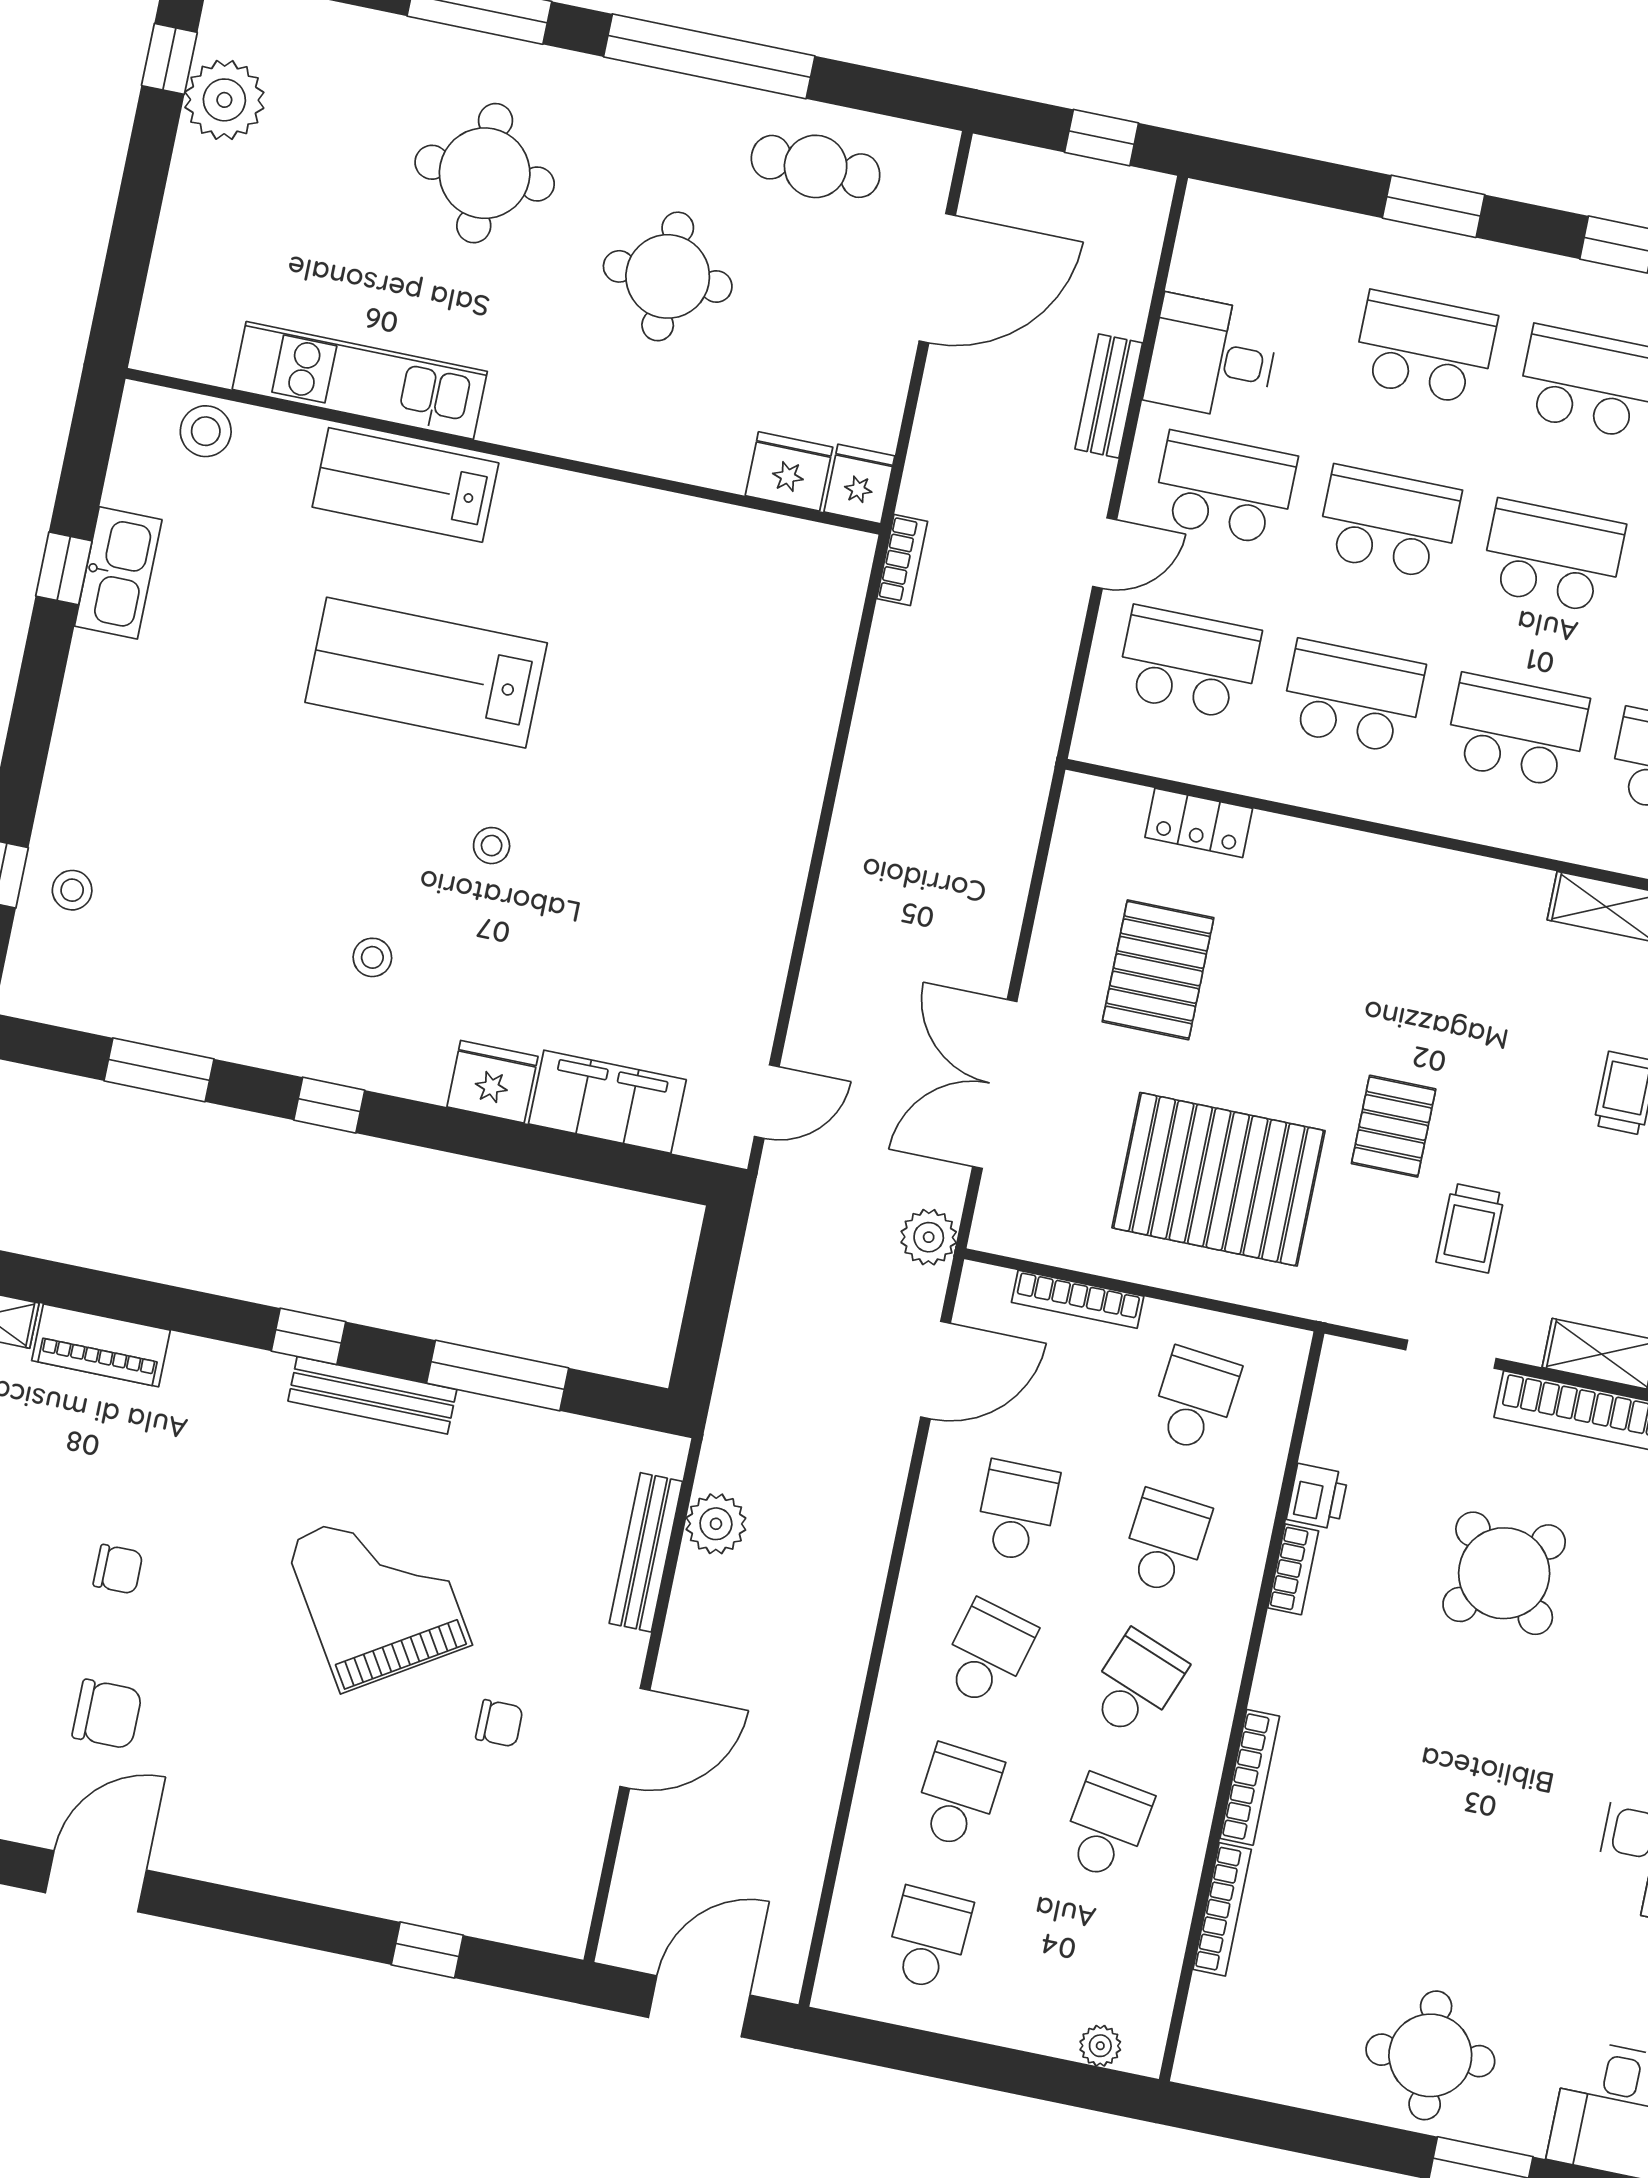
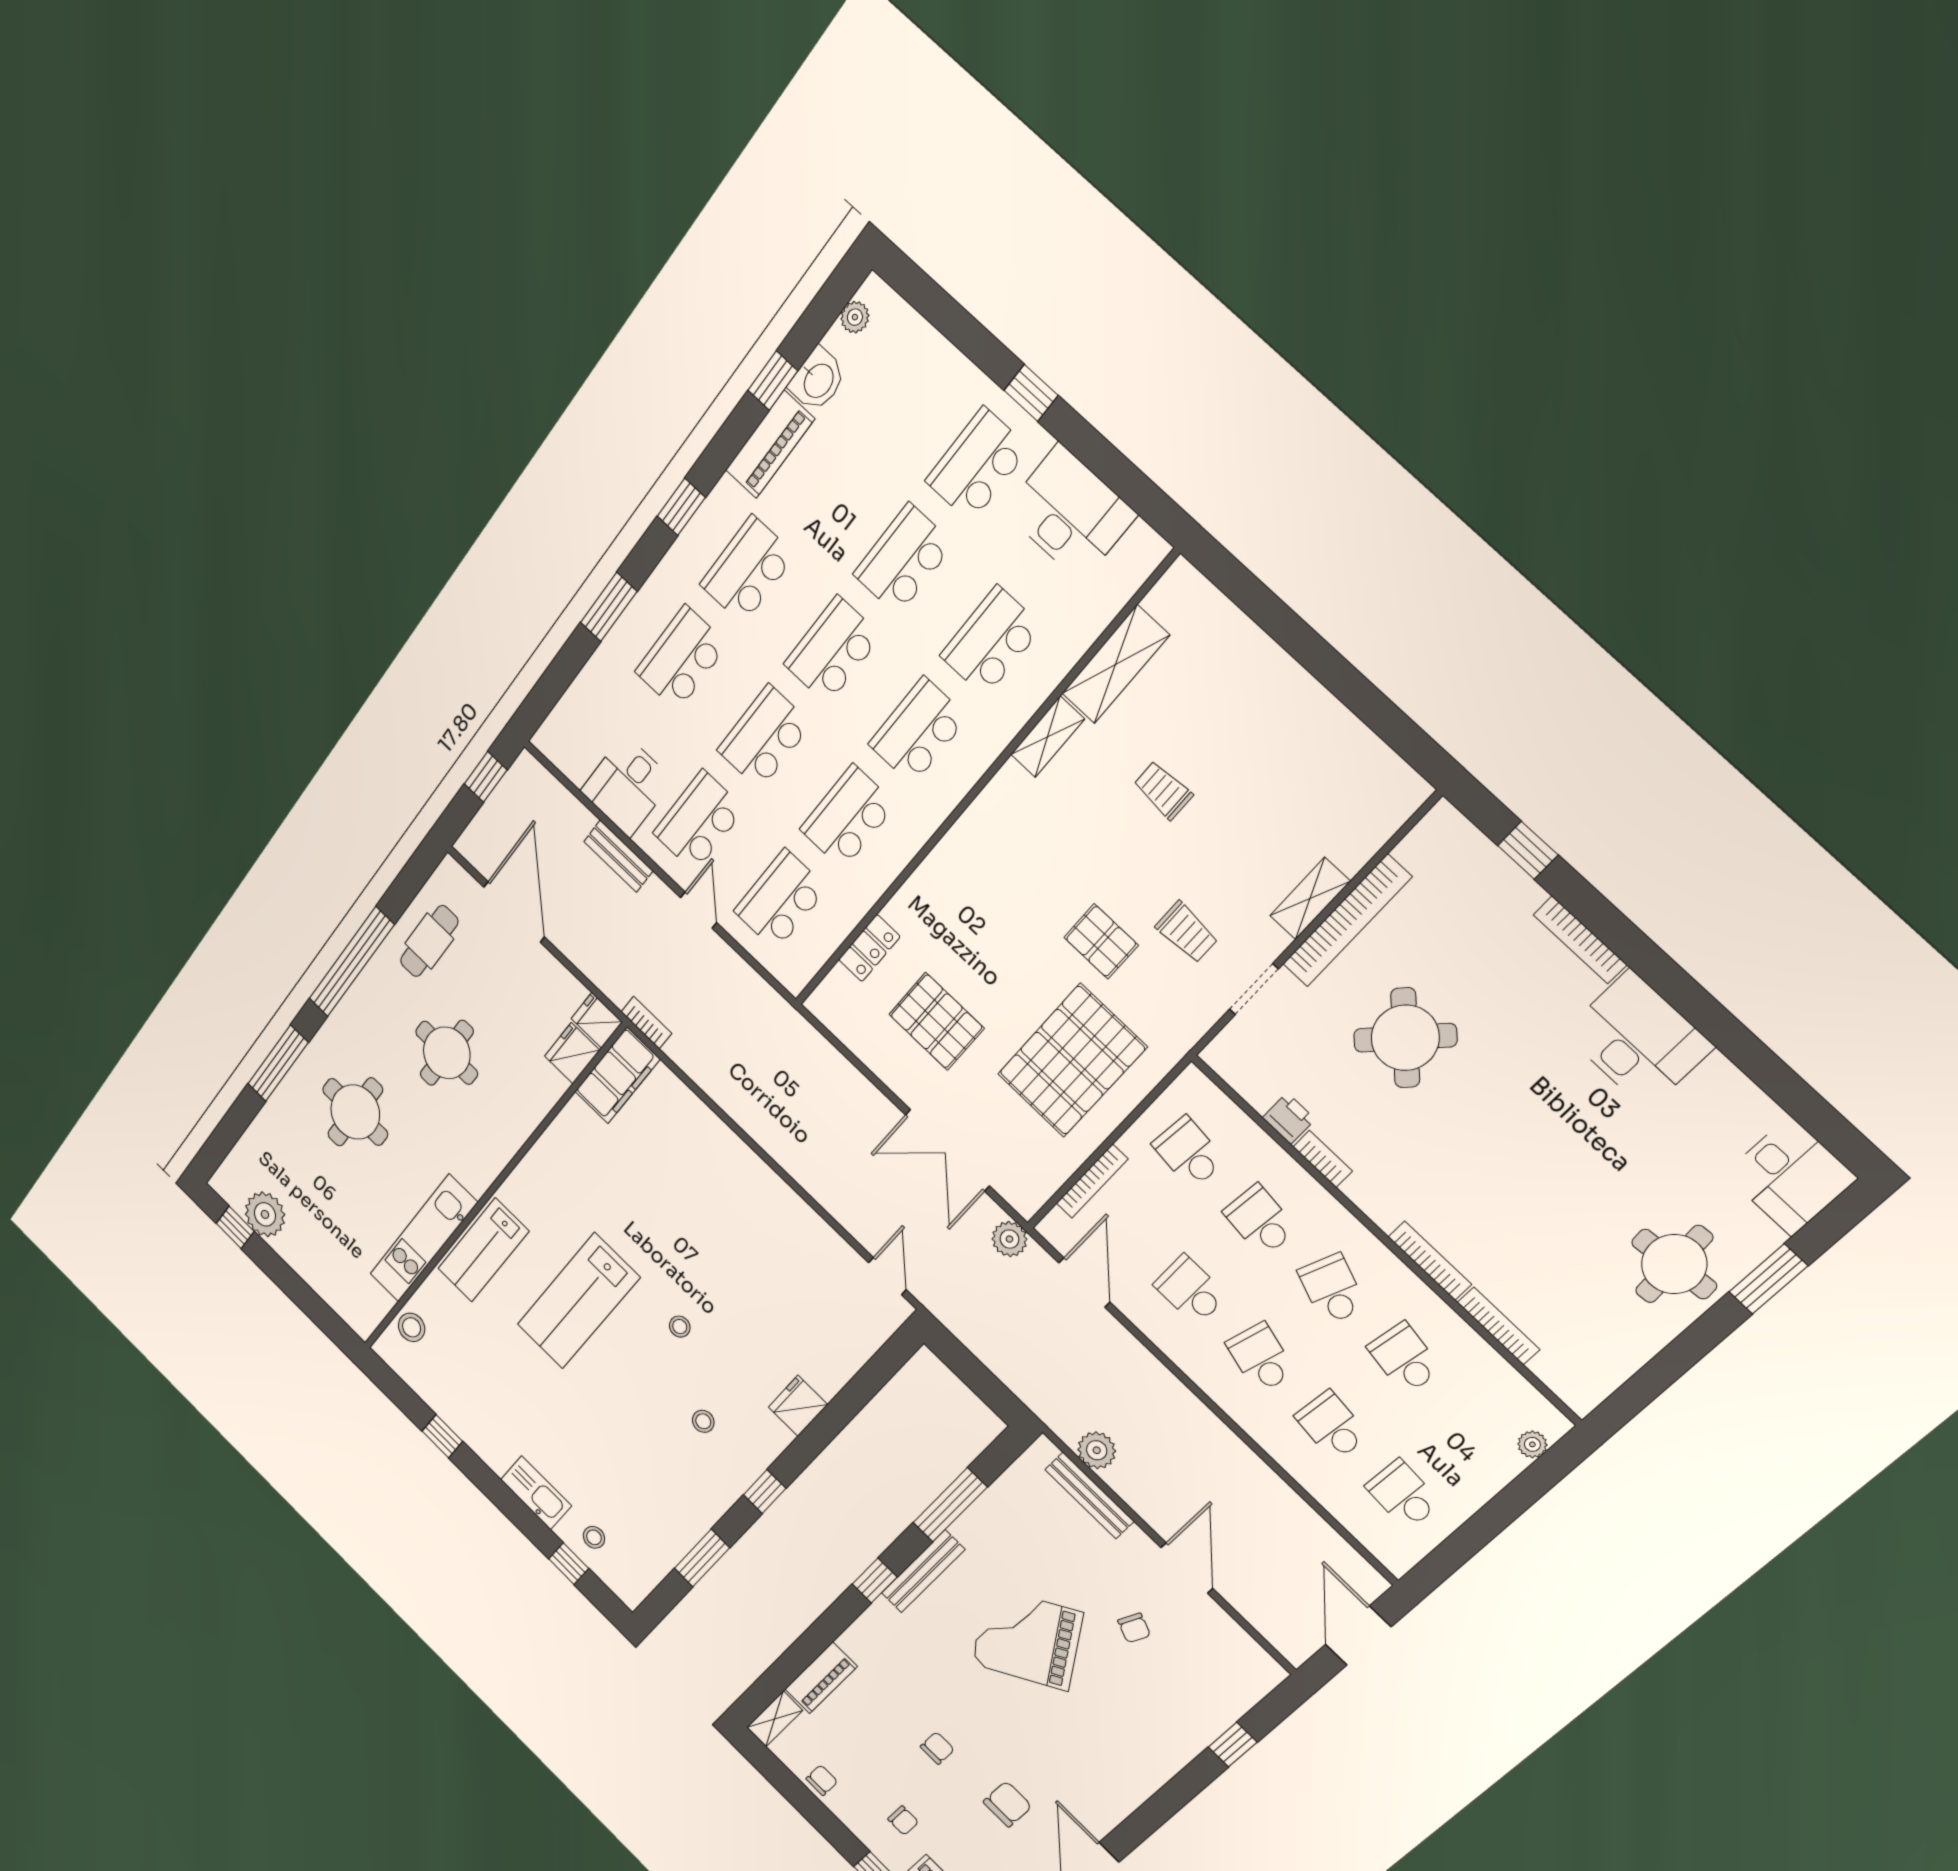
kitchen sink: (118, 573) -> (536, 1493), moved
filing cabinet: (607, 1102) -> (617, 1075), moved, turned 180
chair: (499, 1723) -> (1134, 1628), turned 113

